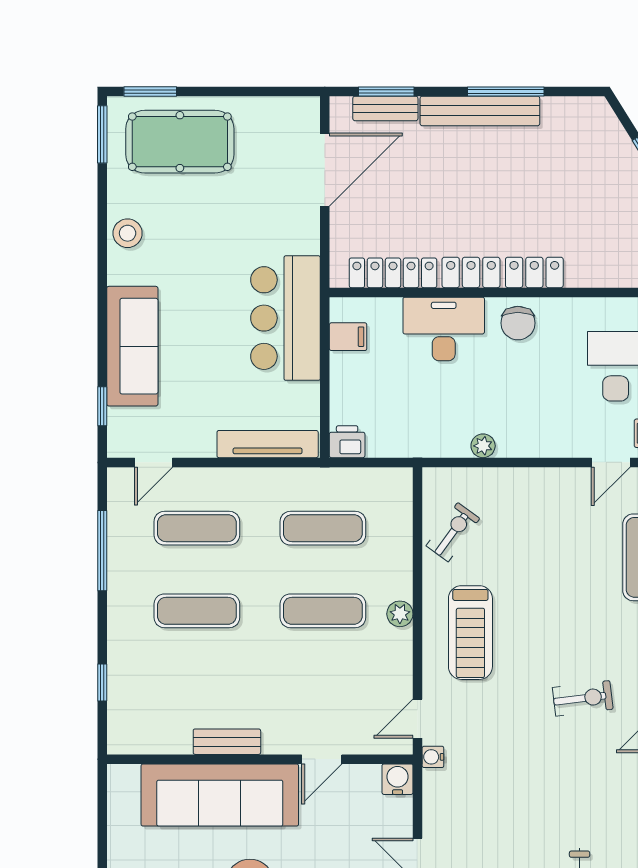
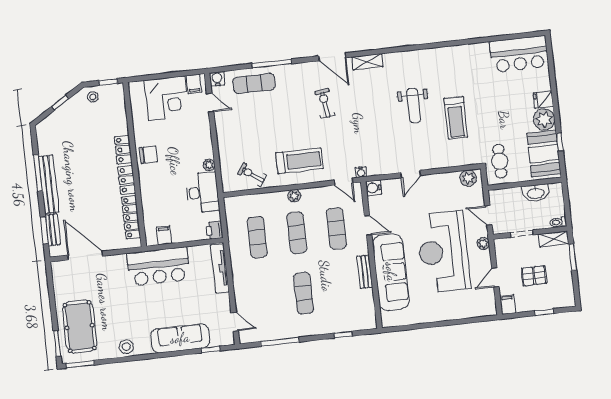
desk: (444, 329) -> (202, 192), moved, turned 180
exercise mat: (197, 528) -> (336, 228), moved

